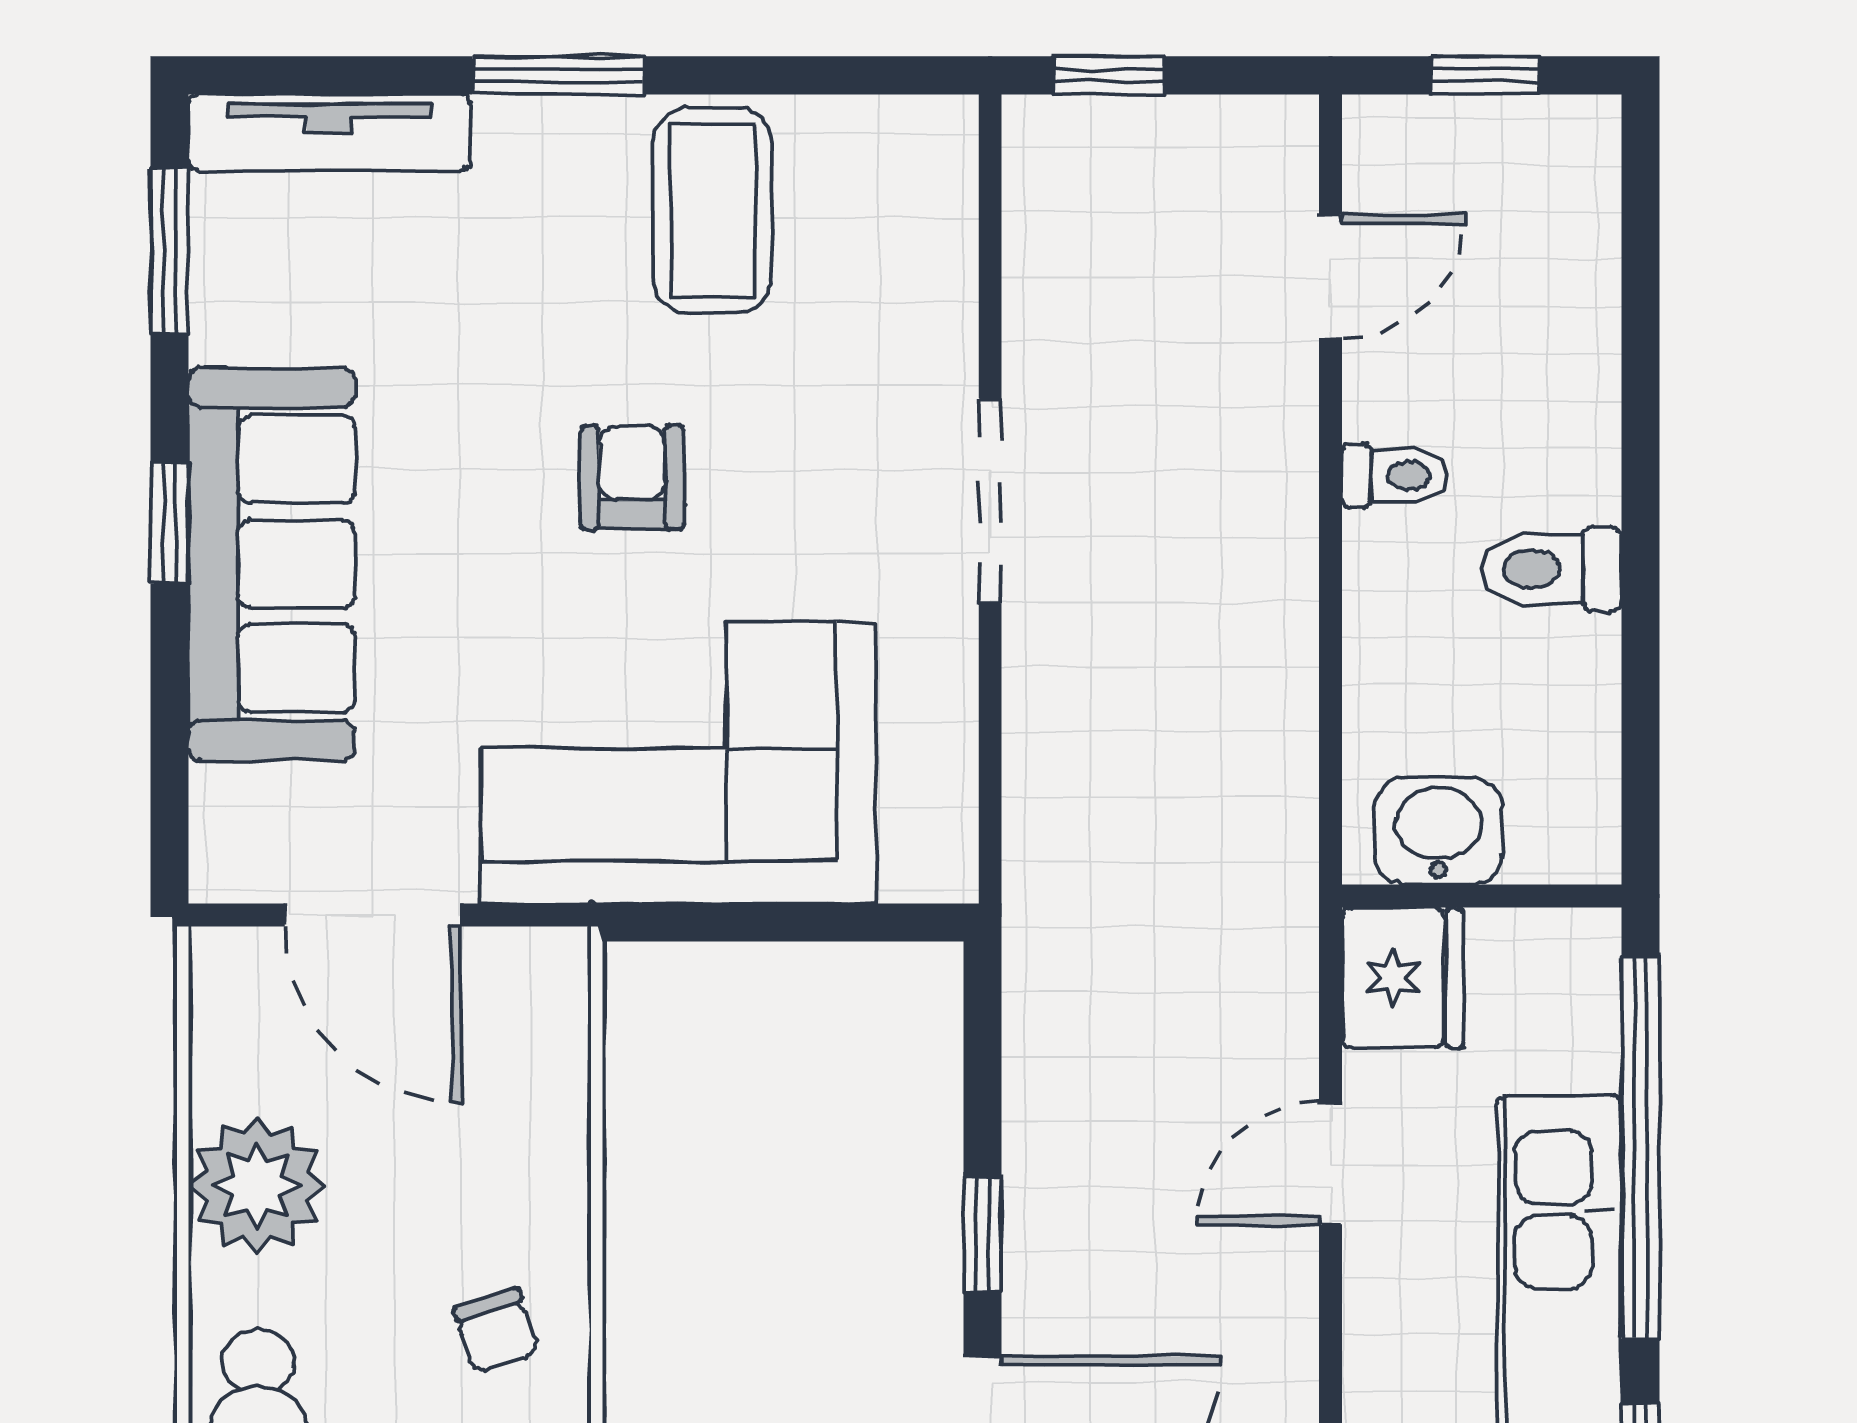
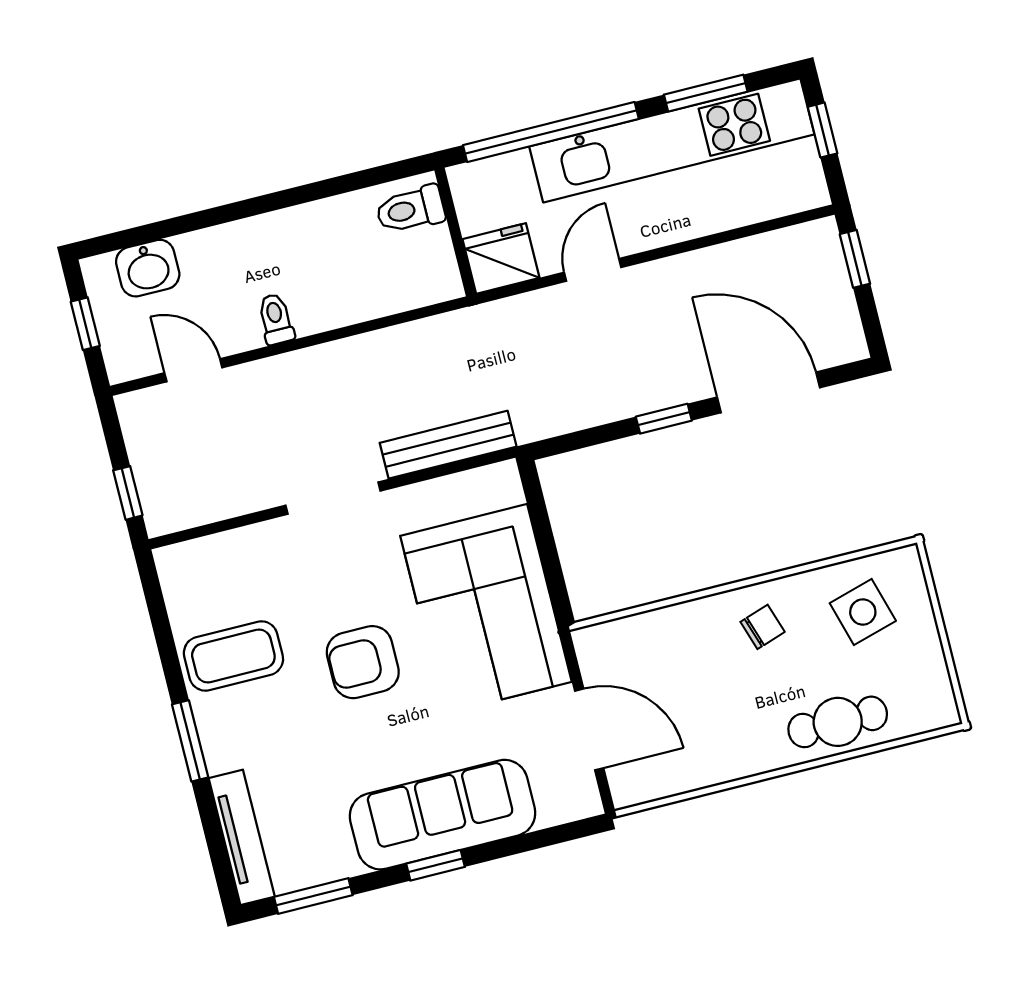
armchair: (632, 477) -> (363, 662), width x1.38, depth x1.38
toilet: (1551, 569) -> (410, 210), moved, turned 90
bench: (1041, 770) -> (448, 445), added
washbasin: (1438, 831) -> (148, 268), moved, turned -90
door: (373, 915) -> (589, 729), hinge flipped
door: (1330, 1163) -> (593, 270), swing flipped
plant: (257, 1186) -> (724, 751), removed

